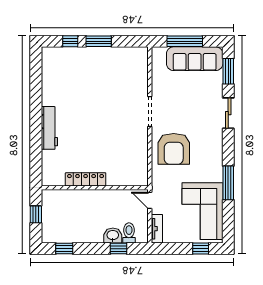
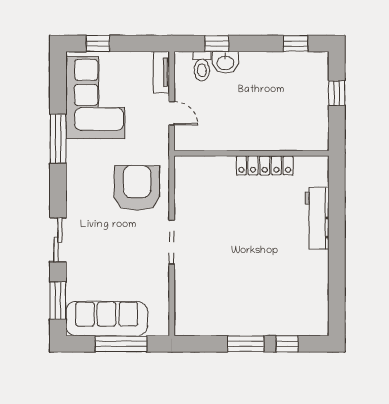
locker: (86, 179) -> (265, 165), moved
wall: (95, 188) -> (251, 153), moved

